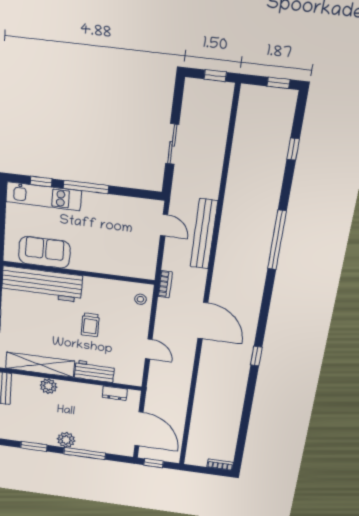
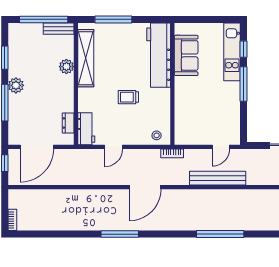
window: (256, 356) -> (120, 234), width x2.17
workbench: (94, 371) -> (86, 129), moved

